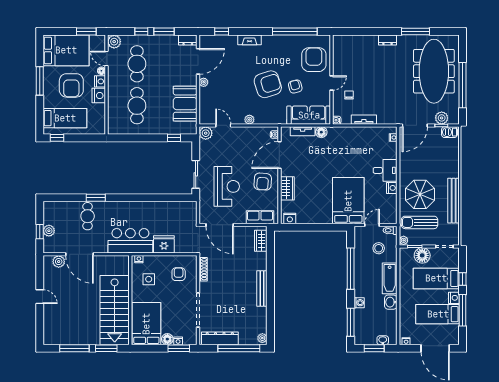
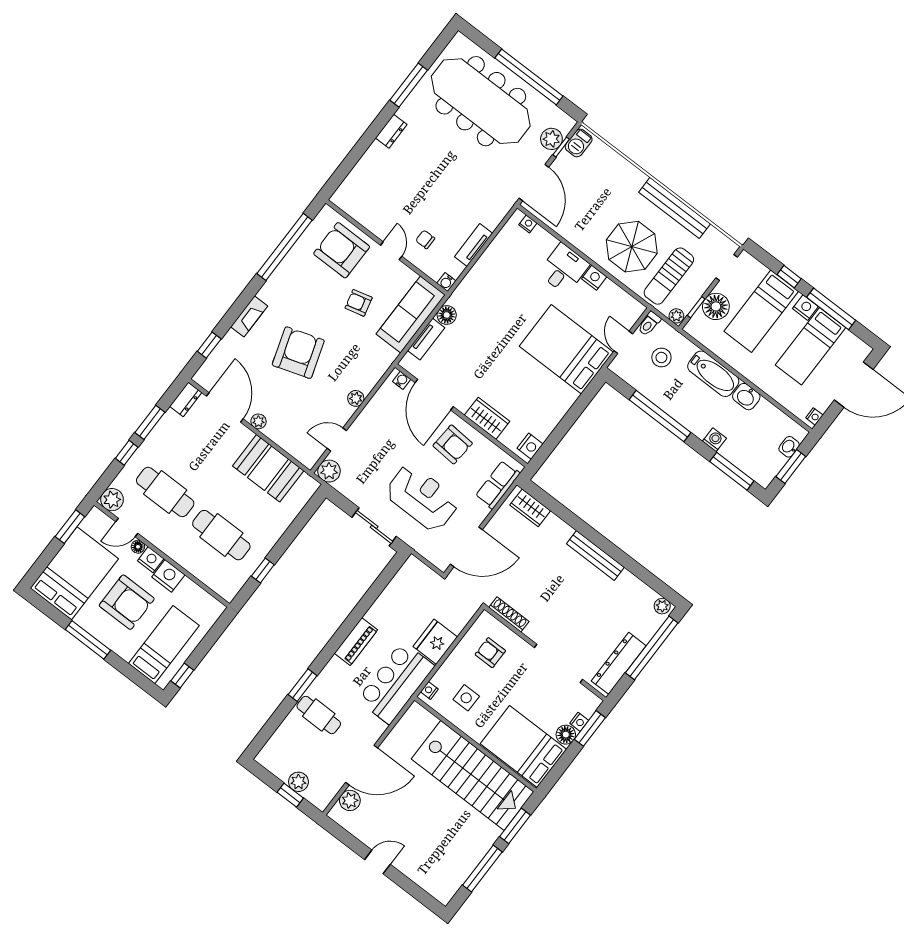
armchair: (268, 84) -> (298, 353), moved
window: (174, 138) -> (263, 570), moved
piano: (135, 207) -> (356, 642), added

